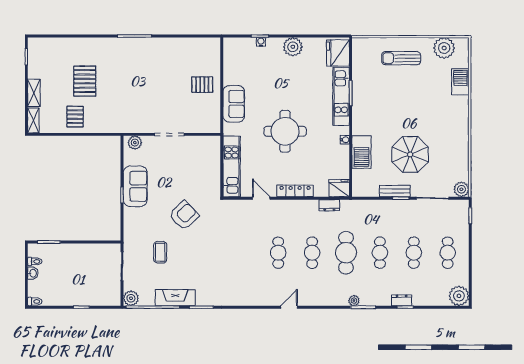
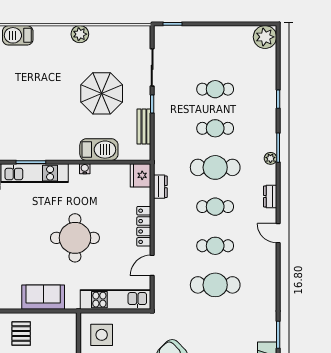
side table: (201, 154) -> (102, 335), added
plant: (461, 189) -> (80, 34), moved
bench: (395, 191) -> (144, 126), moved
cafe table: (448, 253) -> (215, 285), moved, width x1.37, depth x1.35
dresser: (402, 300) -> (270, 196), moved

